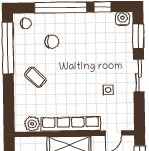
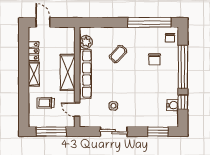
water cooler: (123, 19) -> (173, 105), moved
sliding door: (139, 75) -> (114, 132), moved
coffee table: (35, 77) -> (118, 54), moved

